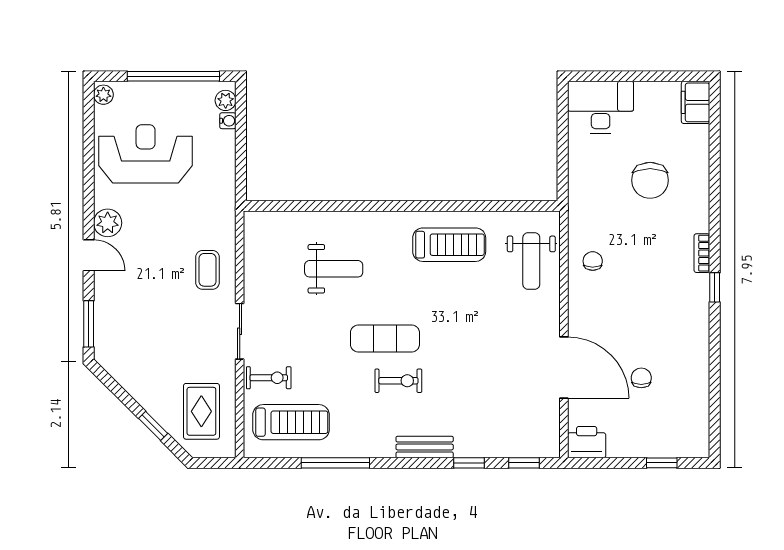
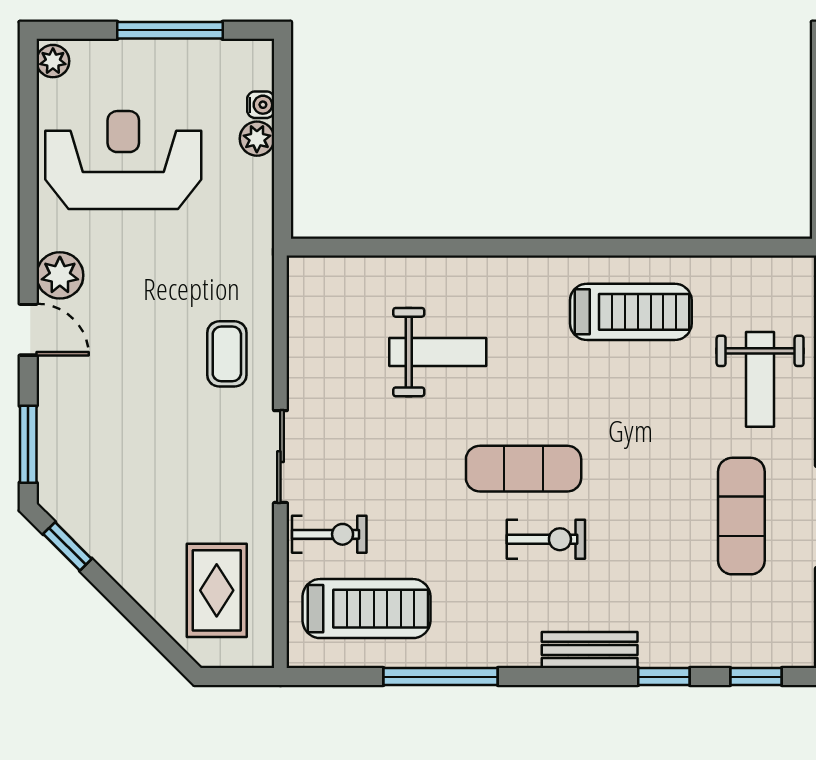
window: (173, 76) -> (170, 30), width x0.68
plant: (226, 100) -> (257, 139), moved
weight bench: (531, 261) -> (760, 379), moved
exercise mat: (515, 367) -> (741, 516), added
window: (153, 426) -> (67, 546), moved

